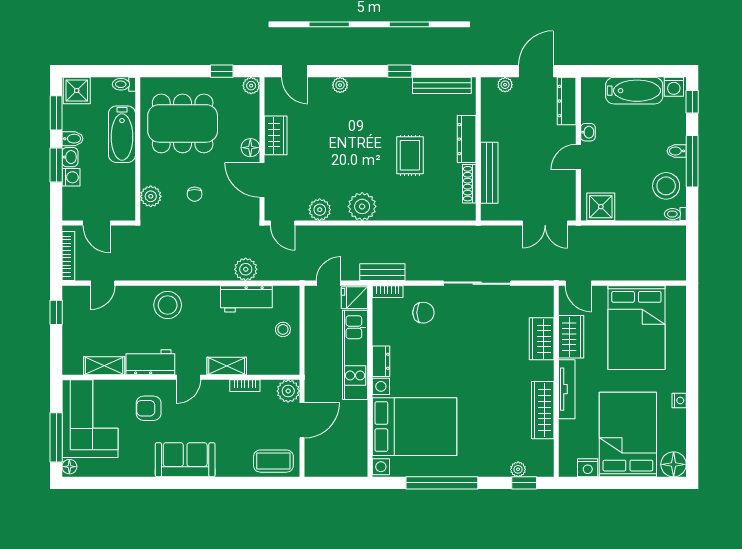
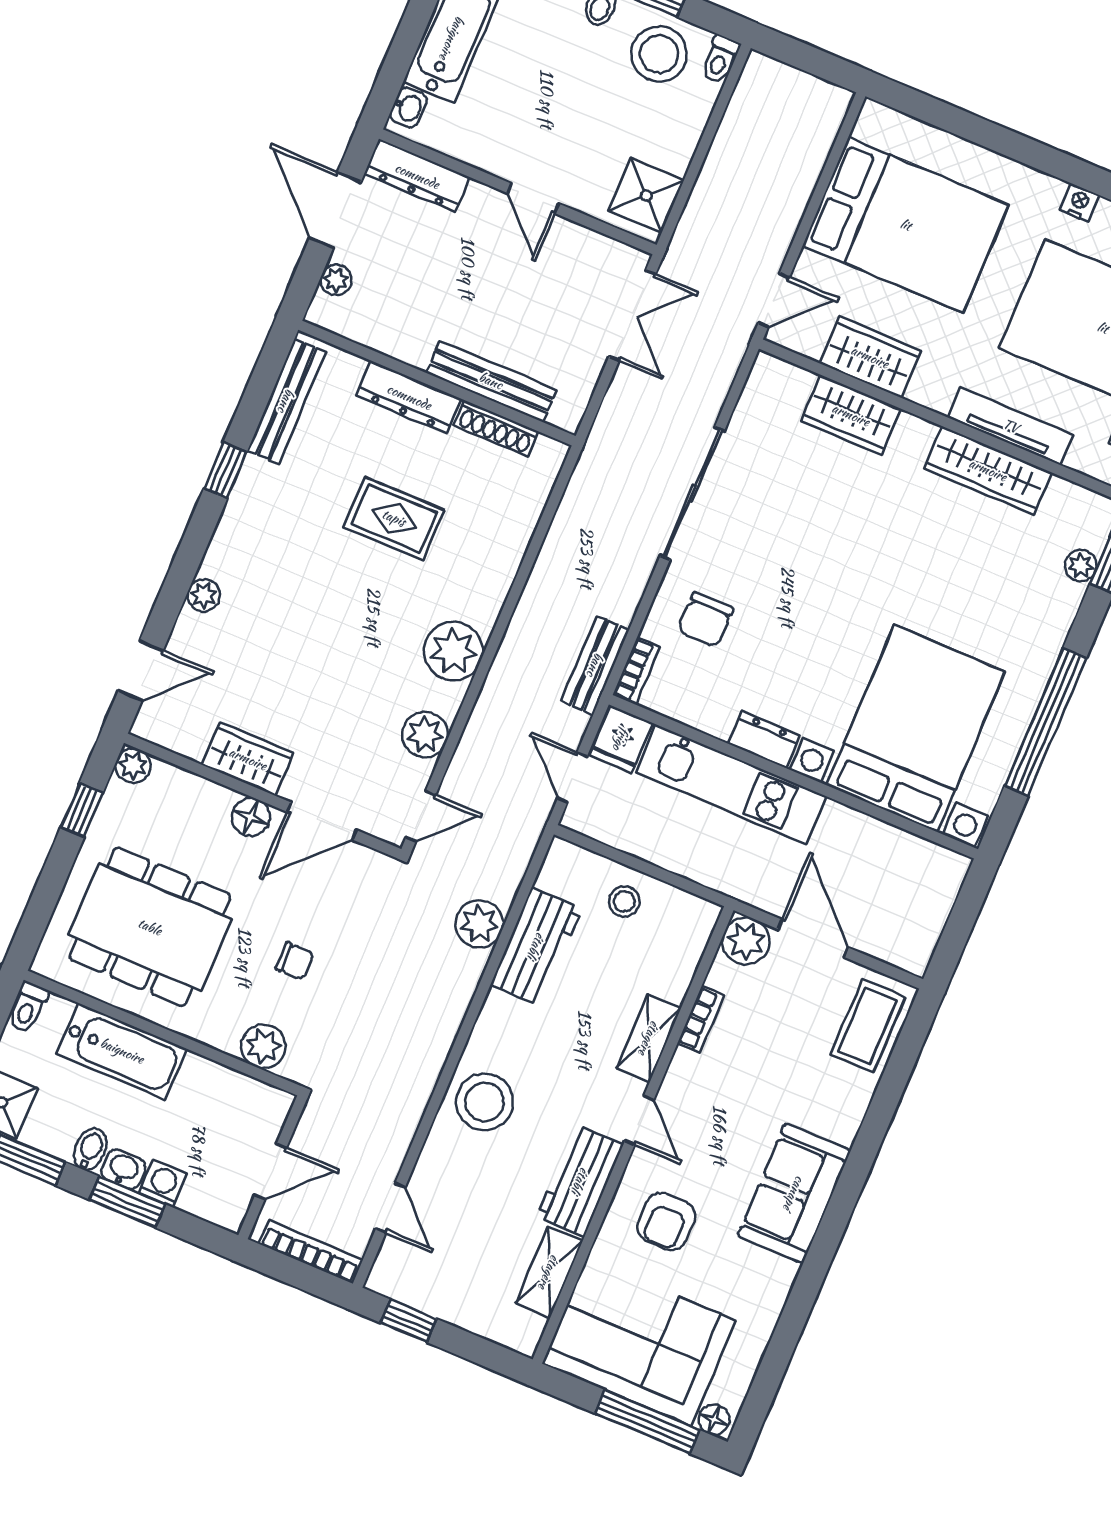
dining table: (183, 123) -> (150, 927), turned 90
washbasin: (588, 132) -> (408, 108), moved, turned 90
chair: (423, 313) -> (705, 620), turned 180
tv unit: (567, 389) -> (1011, 426), moved

